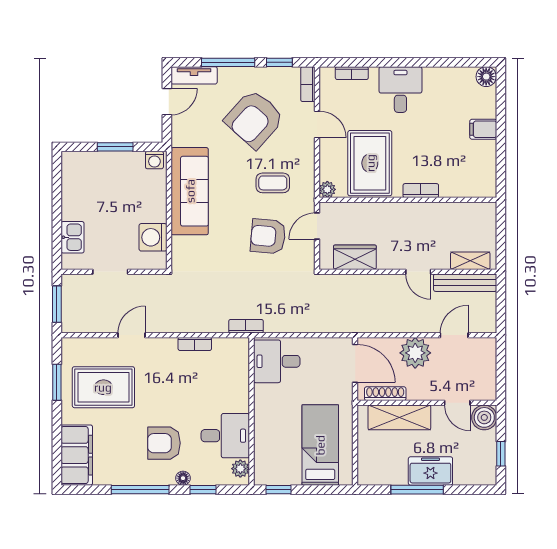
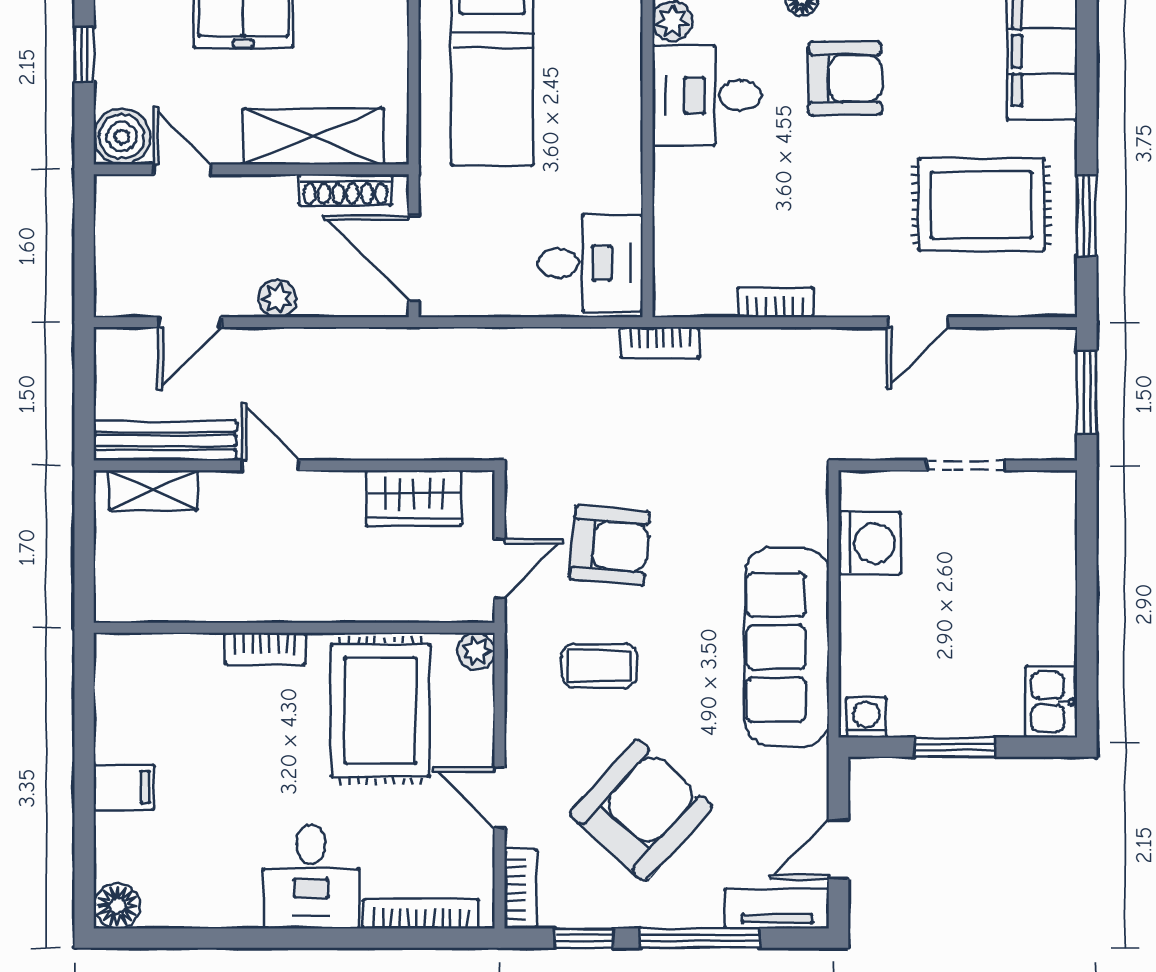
bookcase: (352, 73) -> (421, 914), width x1.56
kitchen sink: (73, 237) -> (1051, 702), moved
plant: (415, 353) -> (278, 299), width x0.53, depth x0.53

